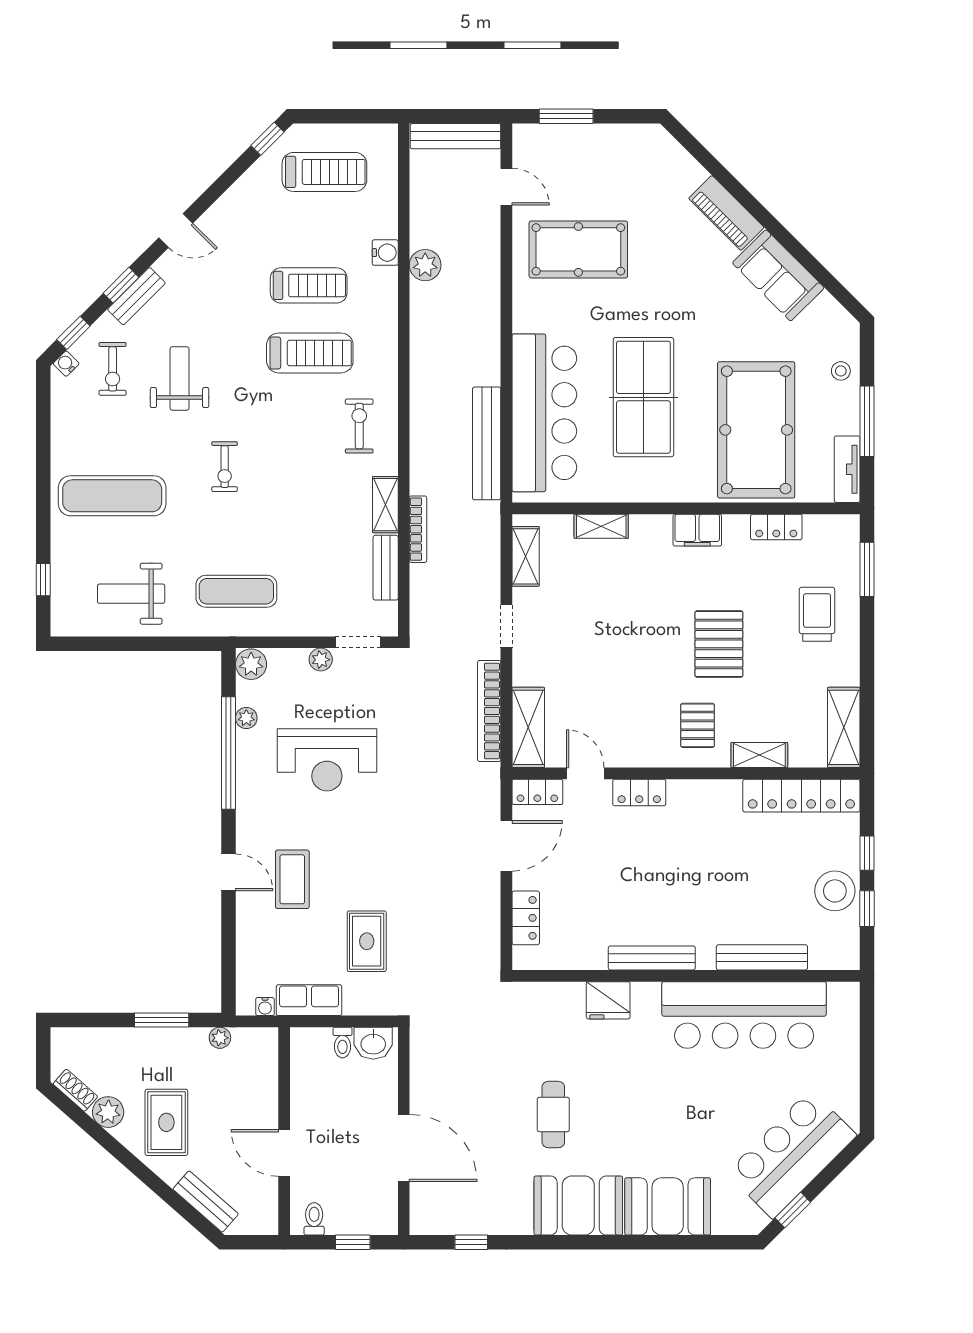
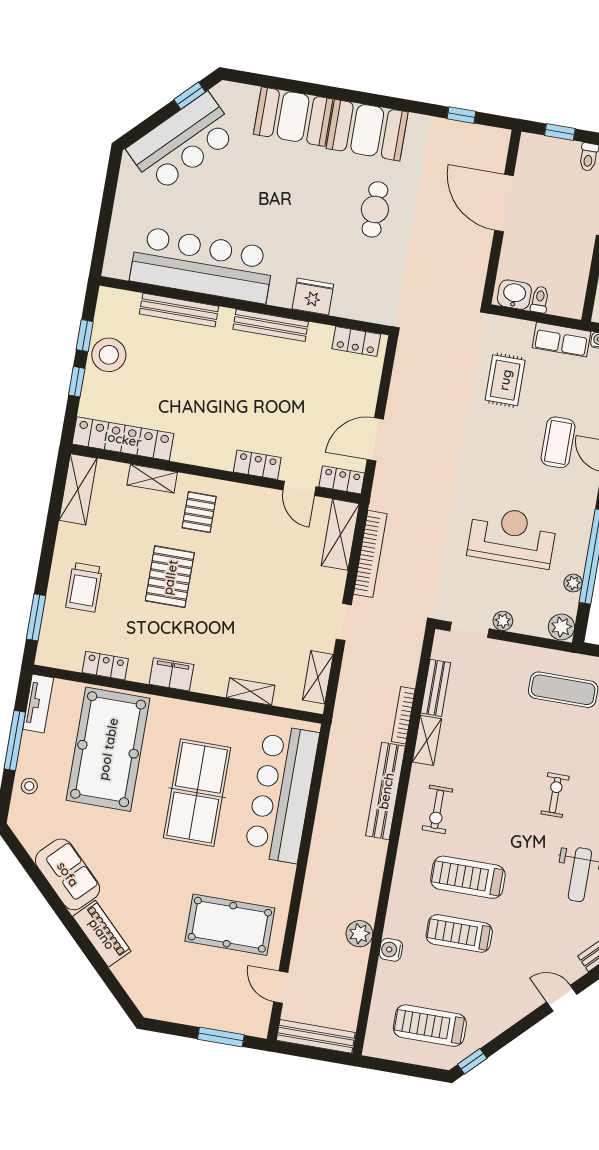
bench: (487, 443) -> (386, 791), moved
locker: (526, 918) -> (356, 341), moved, turned -90

